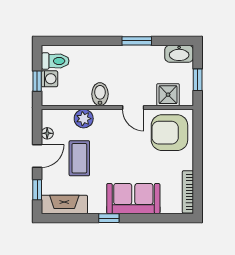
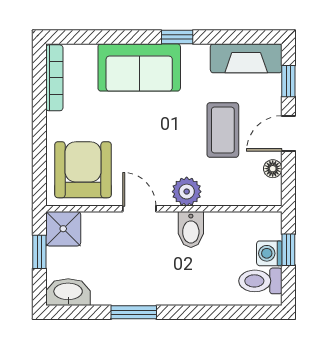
shower: (168, 95) -> (63, 229), moved
plant: (84, 119) -> (187, 192), moved
armchair: (169, 133) -> (83, 170), turned -90

